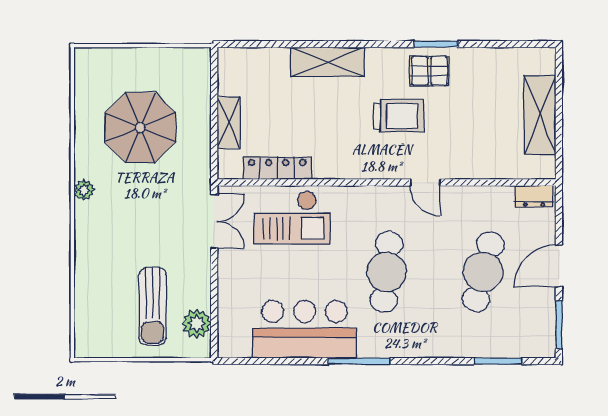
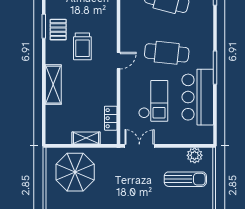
trolley: (398, 116) -> (82, 46), turned 180
parasol: (140, 128) -> (75, 172), moved
locker: (277, 168) -> (111, 118), width x0.66
door: (425, 182) -> (118, 61), moved
checkout: (292, 218) -> (153, 101), moved

